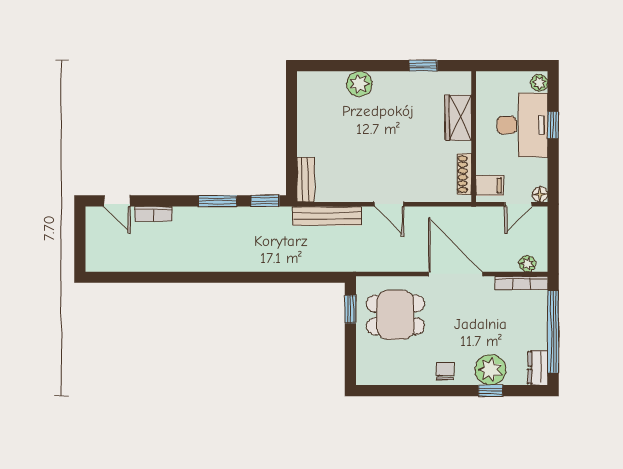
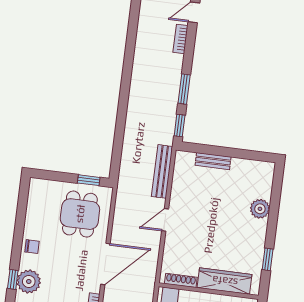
wardrobe: (458, 118) -> (225, 281), width x1.50
bench: (305, 180) -> (213, 161), moved

